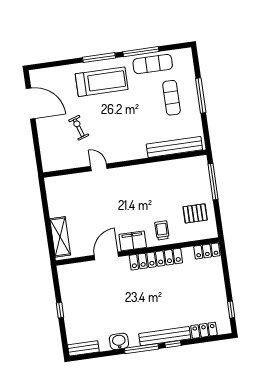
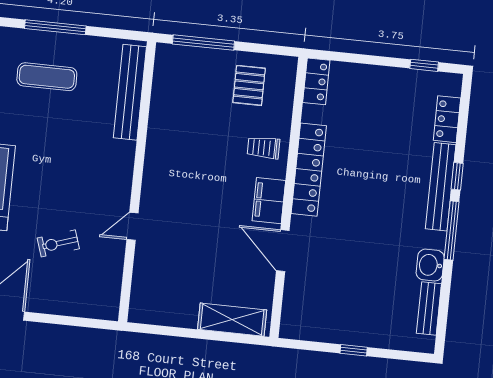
bench: (83, 348) -> (429, 309), moved

